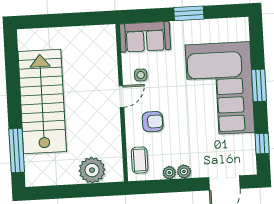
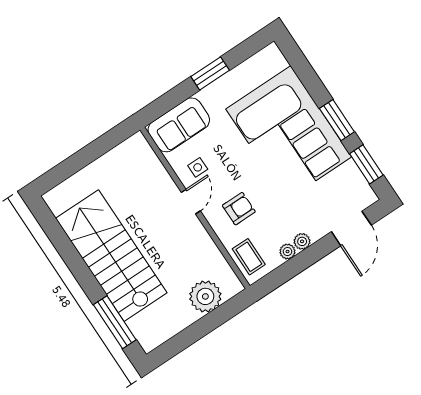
window: (259, 85) -> (337, 120), moved
window: (262, 144) -> (366, 164), width x1.50

